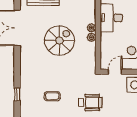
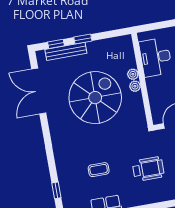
spiral stairs: (59, 41) -> (95, 98), width x1.37, depth x1.37
window: (17, 94) -> (56, 190), moved

